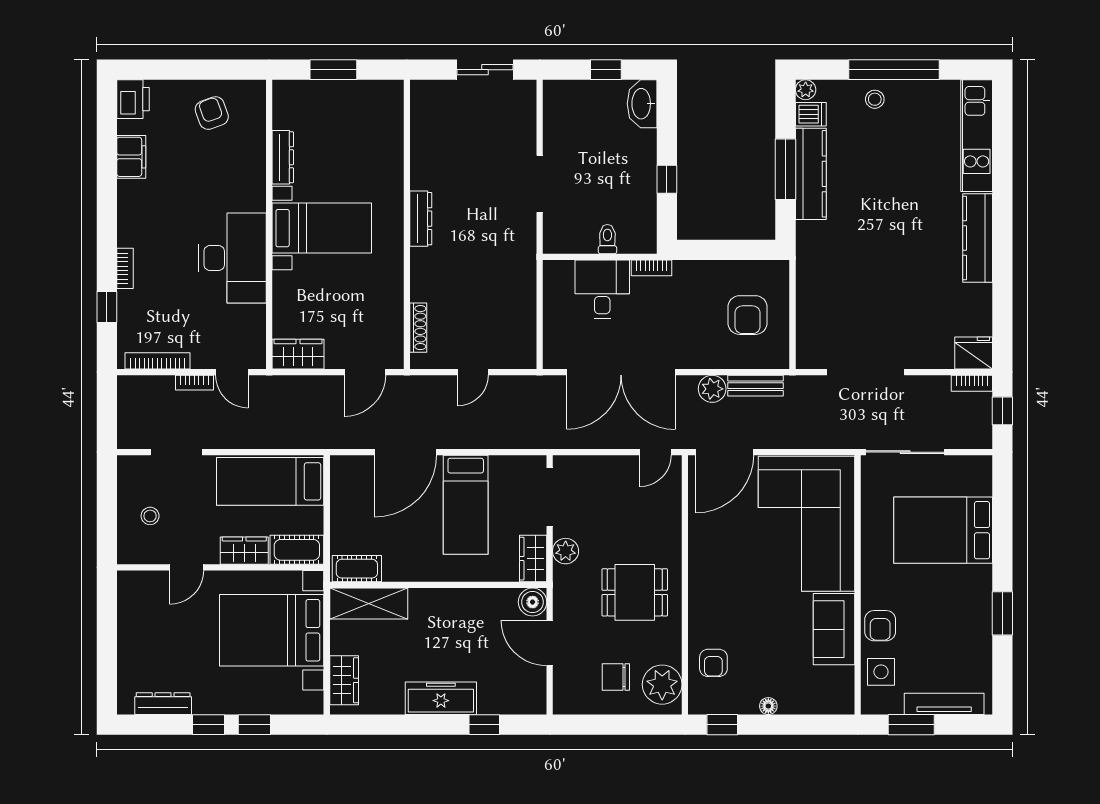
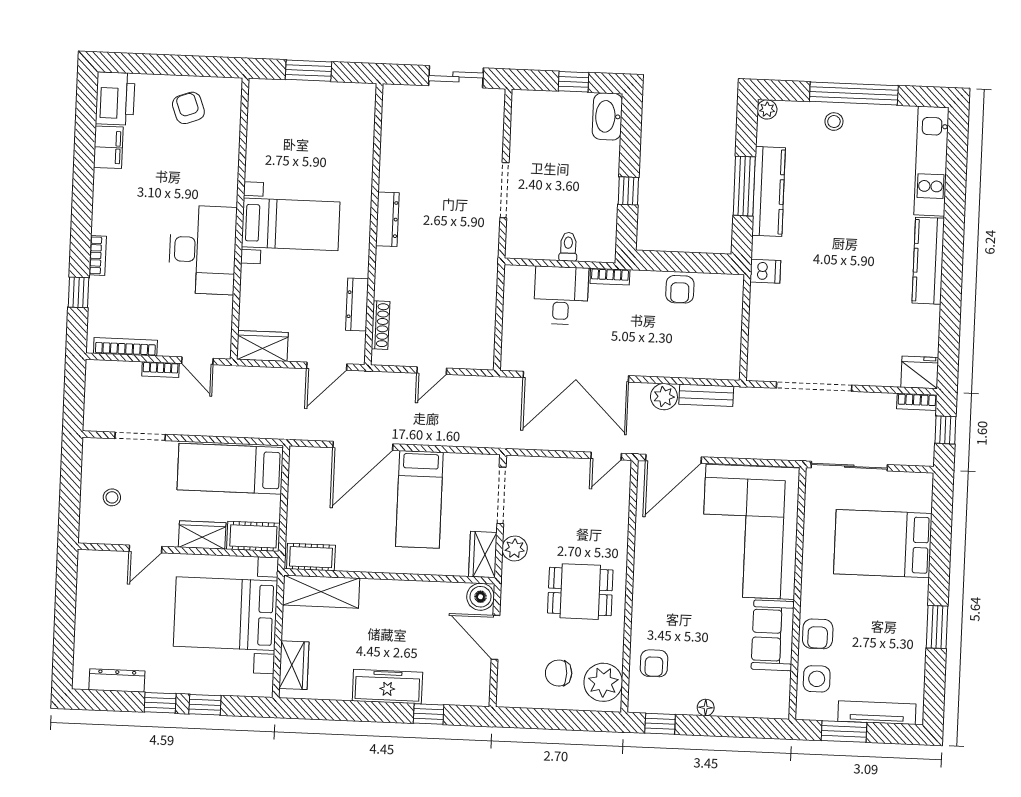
printer: (133, 99) -> (115, 98), width x1.37, depth x1.19
dishwasher: (811, 114) -> (765, 271), moved
dresser: (283, 157) -> (357, 305), moved, turned 180
armchair: (748, 315) -> (680, 289), moved, width x0.72, depth x0.72

